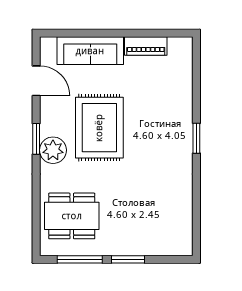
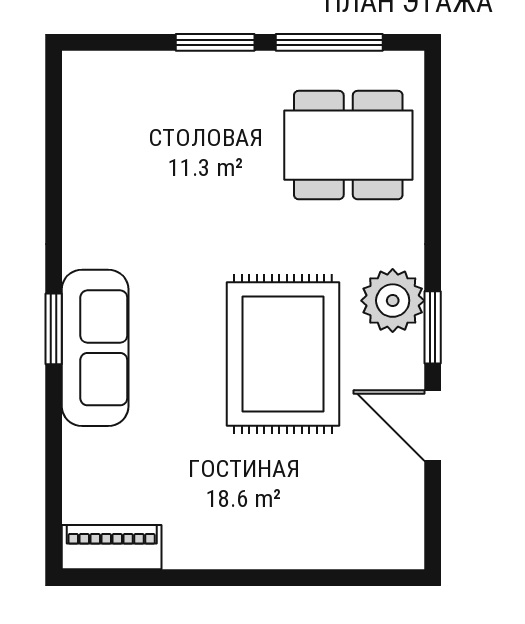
piano: (146, 46) -> (112, 547), moved
sofa: (90, 51) -> (95, 348), moved, turned 90
door: (36, 81) -> (433, 426), moved

